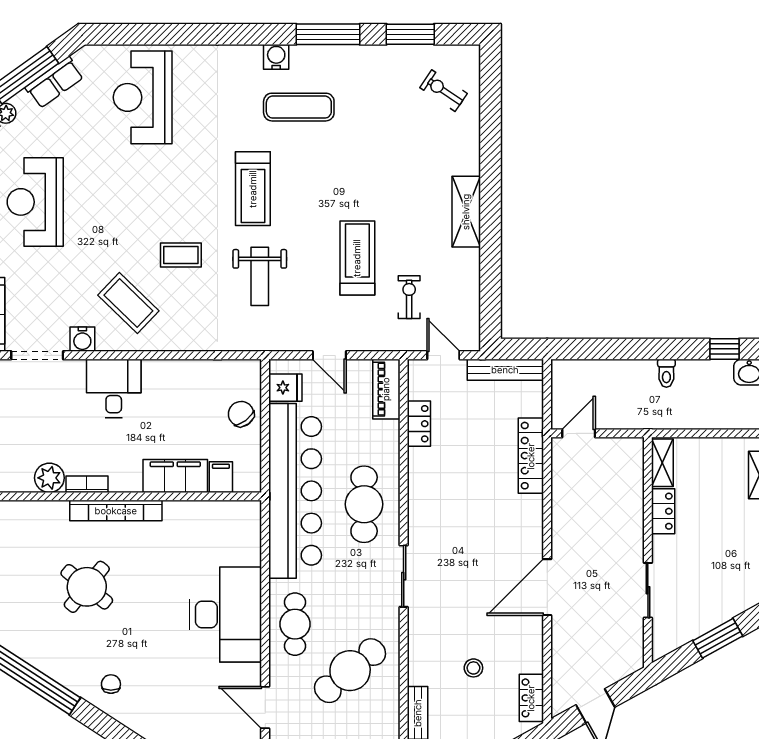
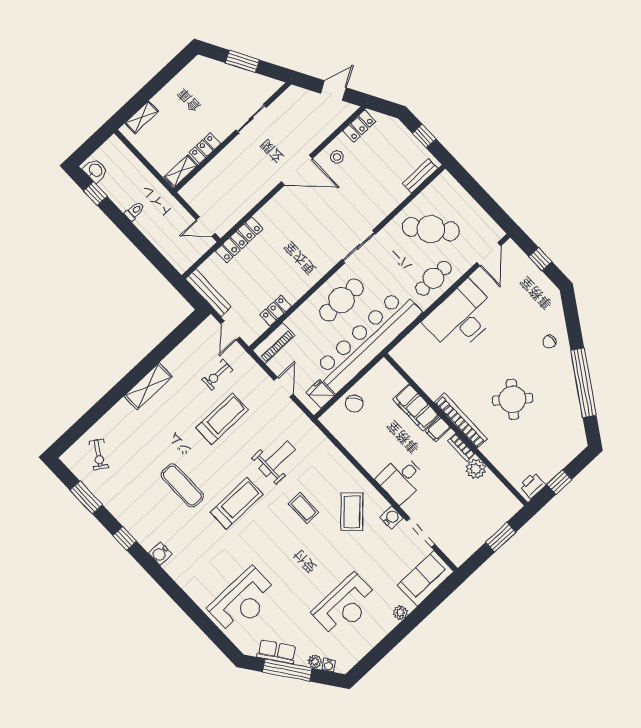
window: (328, 34) -> (125, 538), width x0.46
exercise mat: (299, 107) -> (182, 486), moved
treadmill: (357, 258) -> (222, 419), turned 180
filing cabinet: (221, 477) -> (438, 429), moved
stool: (473, 668) -> (337, 157), moved

